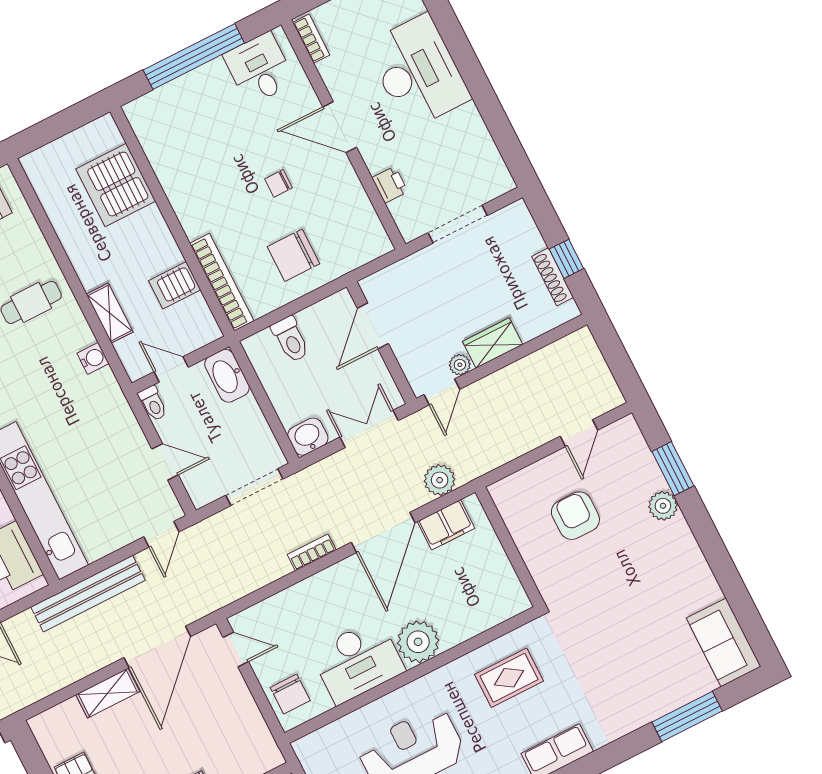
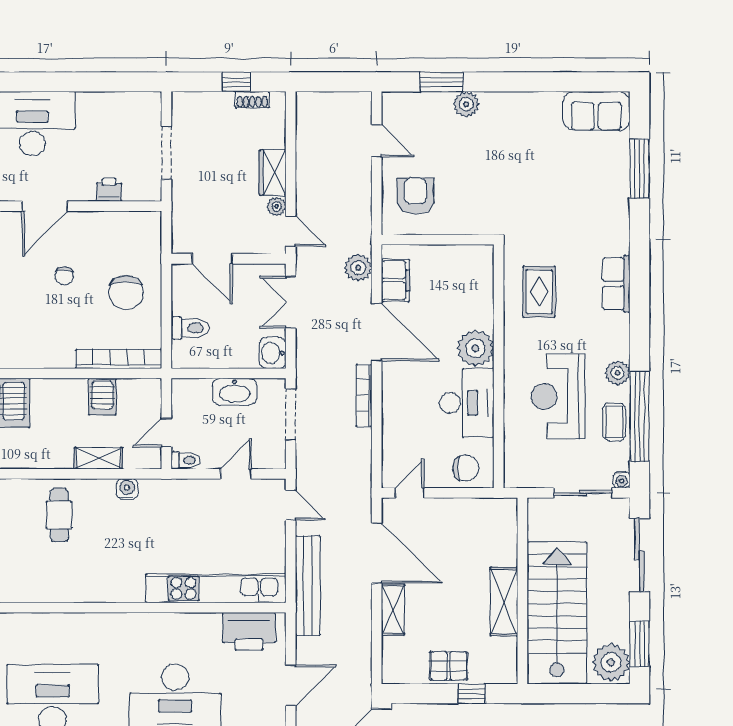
shoe rack: (553, 277) -> (252, 100), width x0.70
washbasin: (227, 376) -> (235, 392), moved
armchair: (575, 516) -> (415, 196), moved, turned 90
bookcase: (312, 552) -> (364, 396), width x1.56

